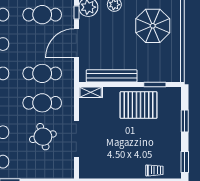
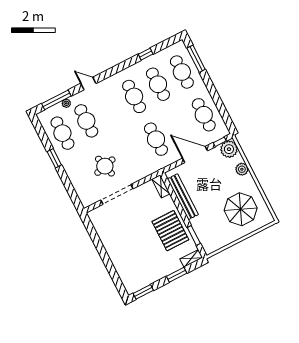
shelving: (176, 98) -> (191, 258), added
cafe table: (42, 103) -> (132, 151), removed
trolley: (154, 170) -> (124, 271), removed

